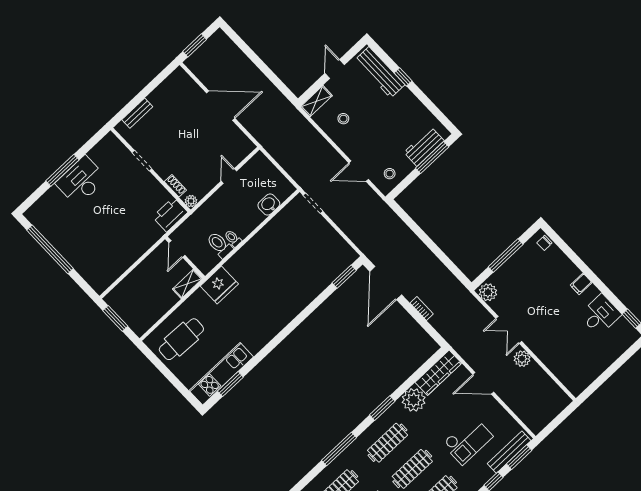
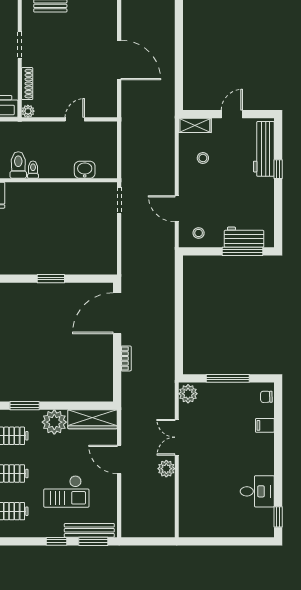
shoe rack: (175, 186) -> (27, 84), width x1.43
window: (344, 277) -> (51, 279), moved
filing cabinet: (581, 284) -> (265, 425), moved

